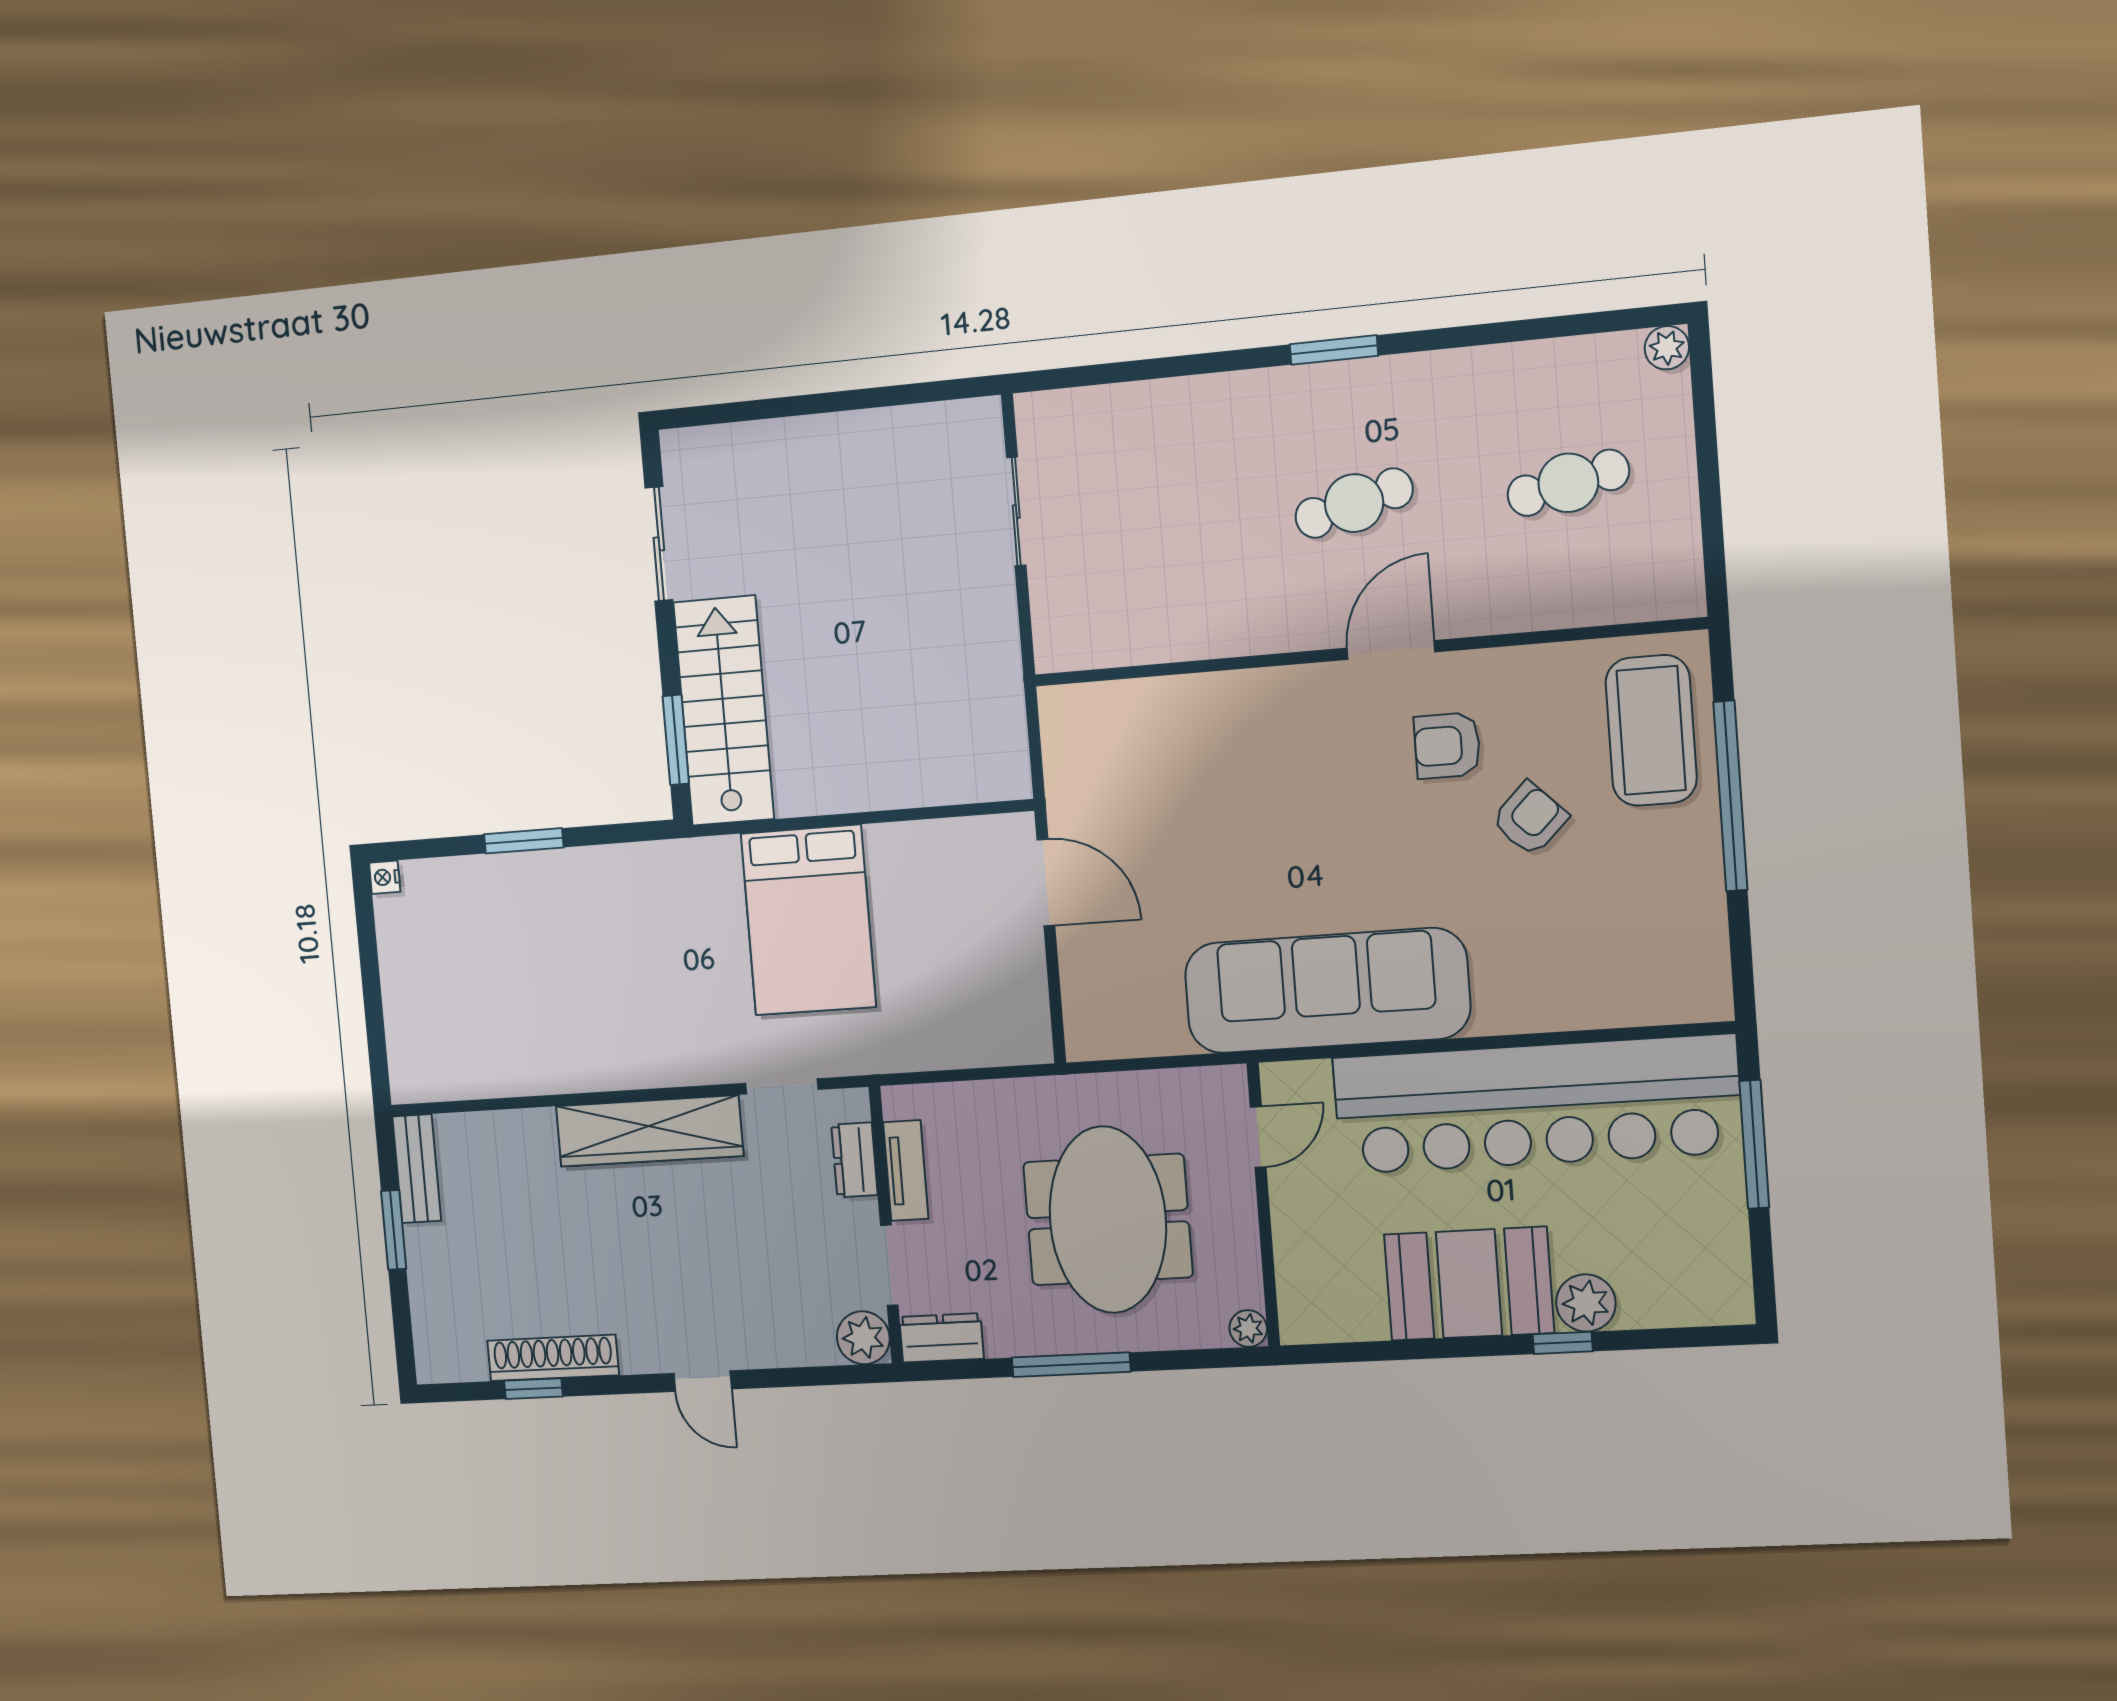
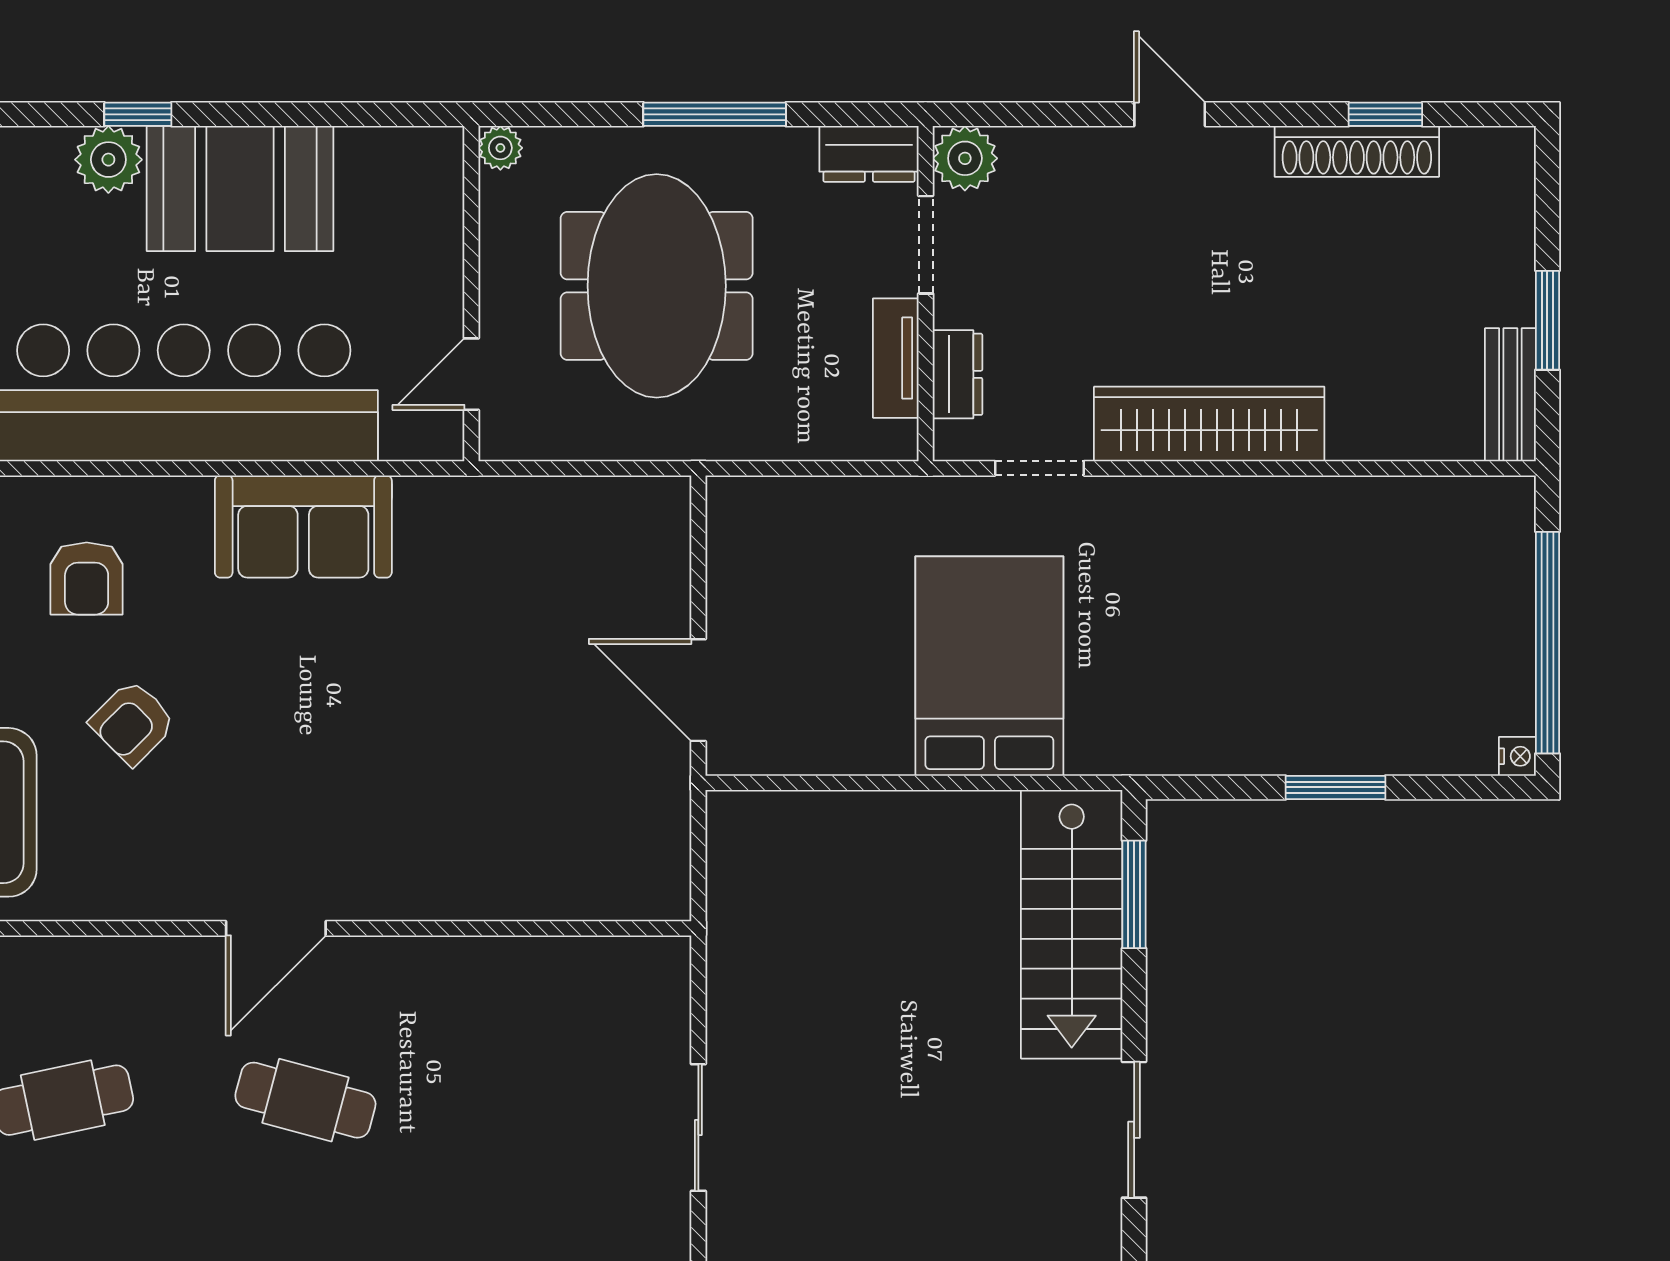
cafe table: (1354, 503) -> (305, 1100), turned 30
armchair: (1447, 746) -> (87, 578), moved, turned 90
window: (370, 971) -> (1547, 643), added
sofa: (1327, 991) -> (303, 526), width x0.54, depth x0.79

